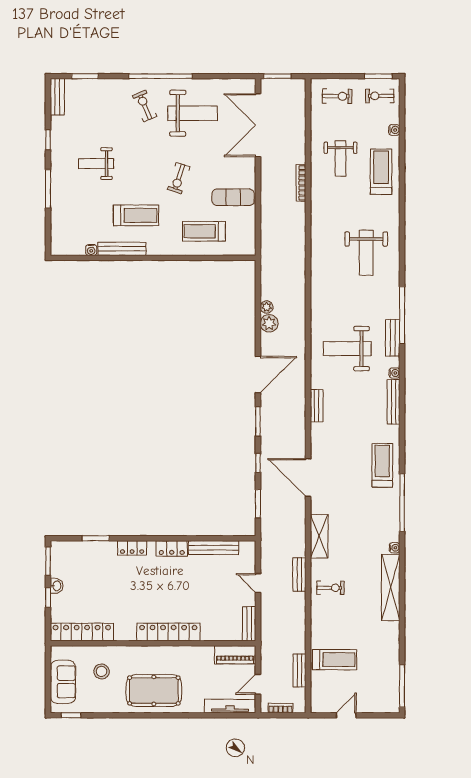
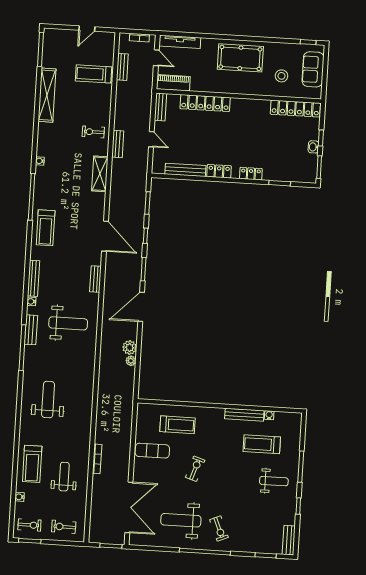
weight bench: (96, 164) -> (274, 481), moved
treadmill: (136, 215) -> (262, 444), moved
door: (308, 478) -> (105, 236), moved
shelving: (391, 587) -> (47, 95), moved
locker: (168, 632) -> (205, 103), moved
door: (258, 684) -> (156, 58), hinge flipped

